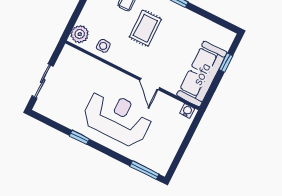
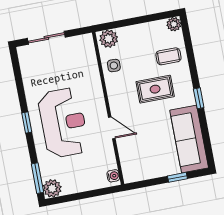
sofa: (202, 74) -> (189, 139), moved, turned -90
door: (150, 84) -> (112, 128), swing flipped
window: (79, 137) -> (27, 122), moved
plant: (161, 165) -> (52, 188), added

